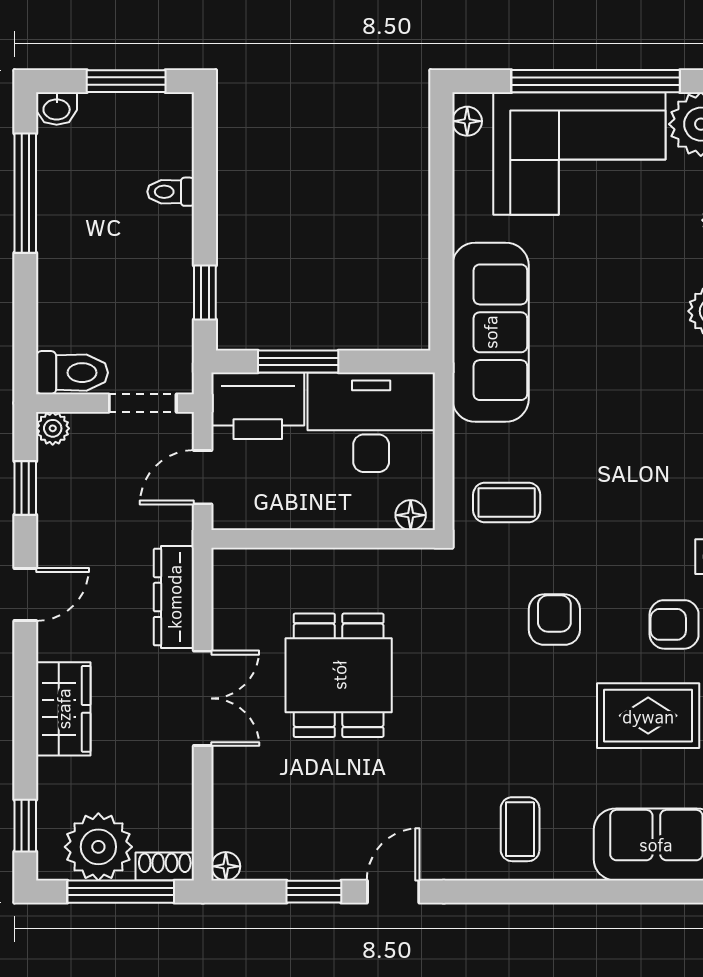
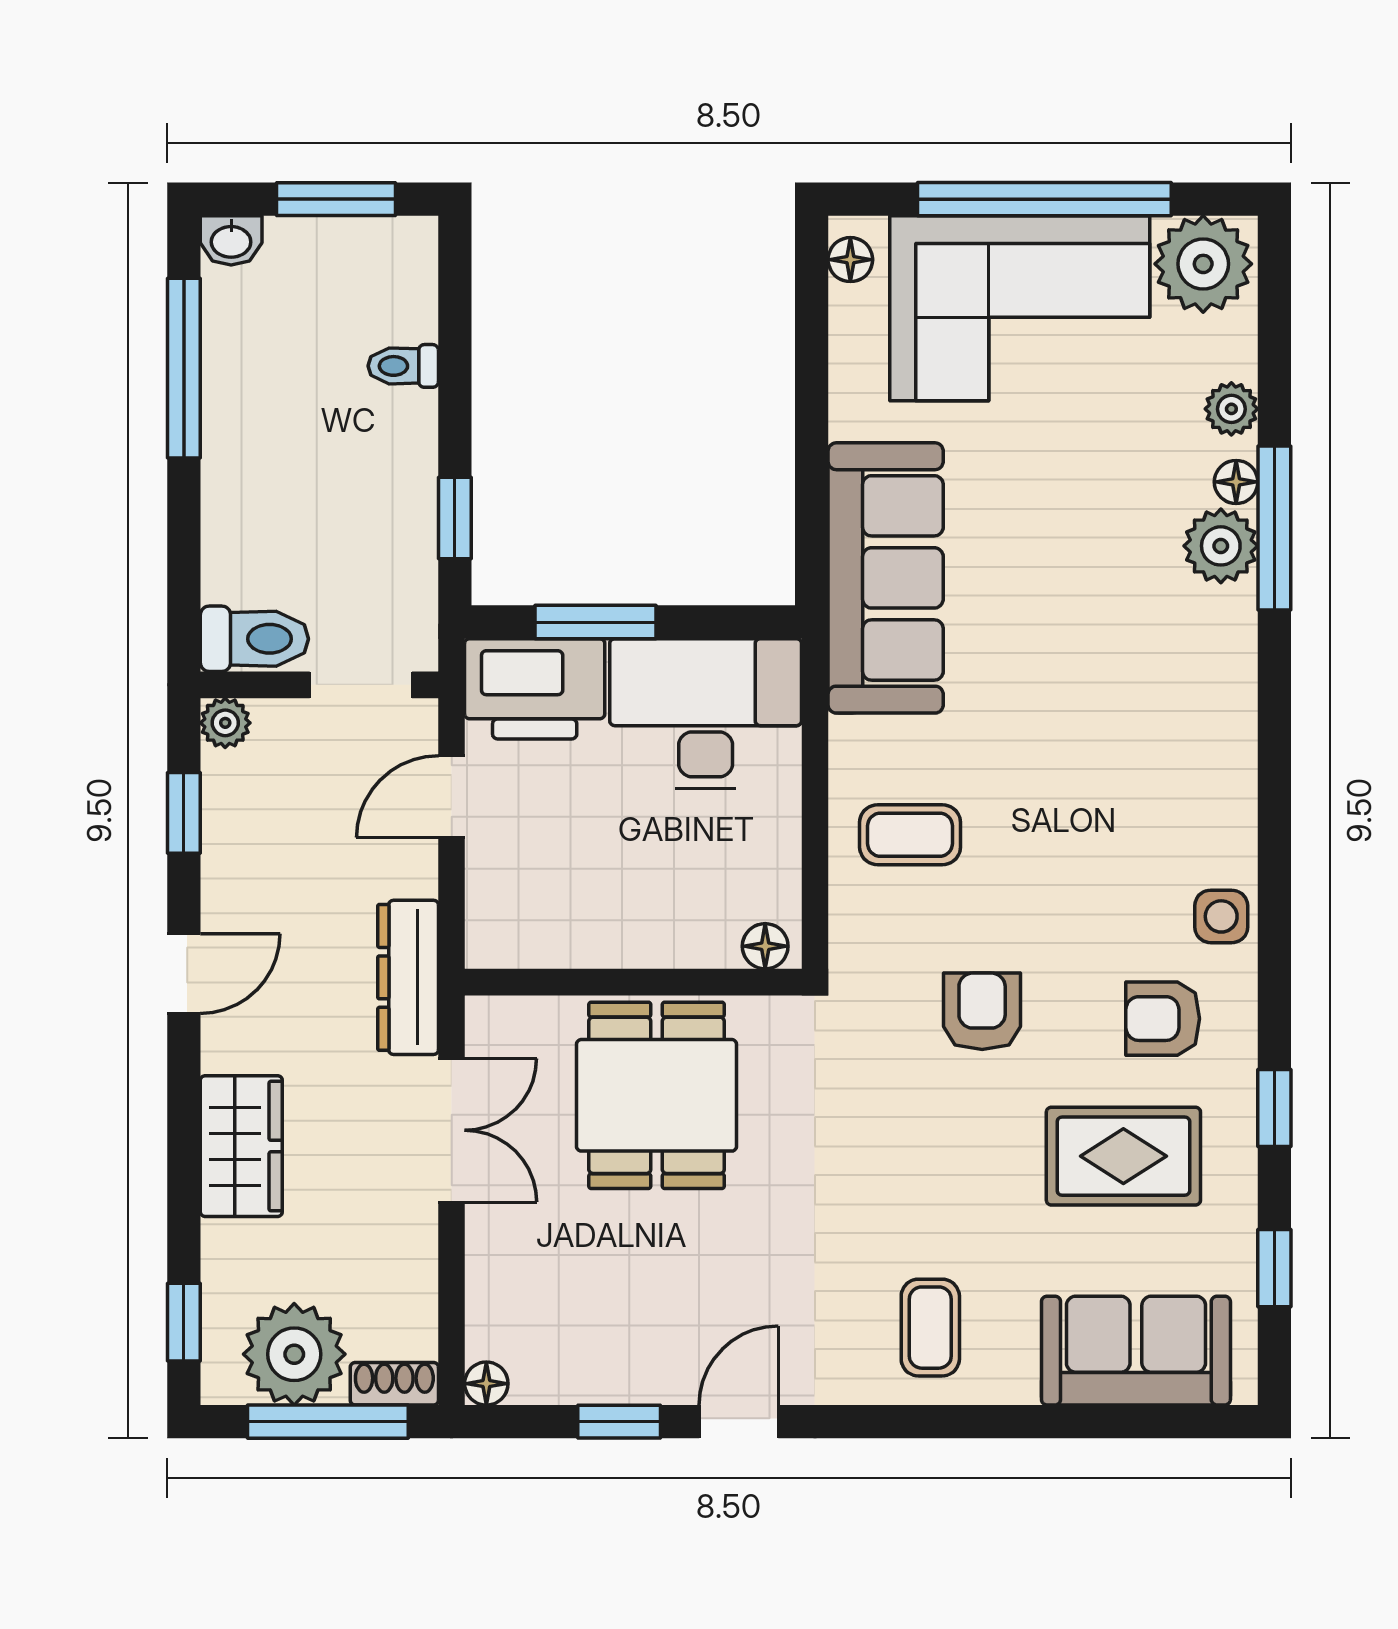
floor lamp: (411, 515) -> (765, 946), moved
wall: (323, 539) -> (633, 982), moved

